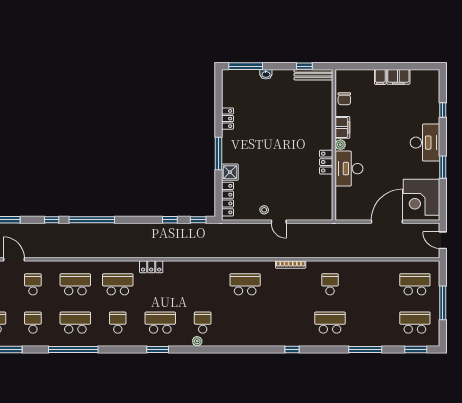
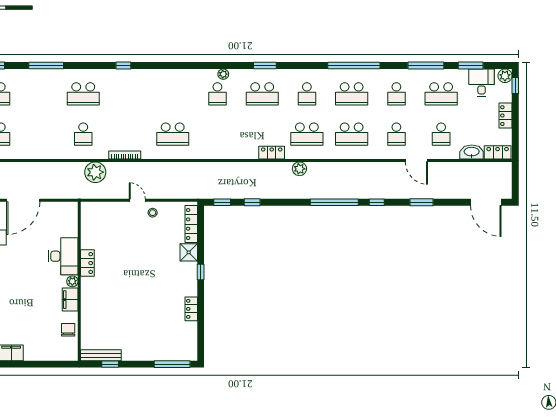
washbasin: (266, 74) -> (151, 356), removed
filing cabinet: (380, 77) -> (30, 353), removed
window: (219, 154) -> (201, 272), width x0.46
plant: (319, 248) -> (95, 172), added
plant: (125, 251) -> (299, 169), added

